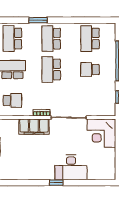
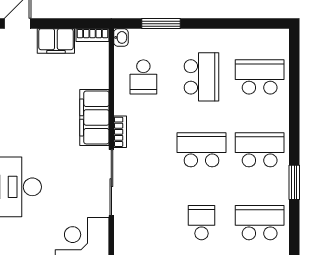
window: (38, 20) -> (294, 182), moved

